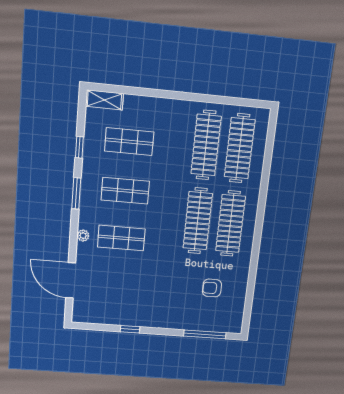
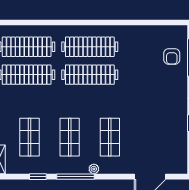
window: (76, 193) -> (76, 177), width x1.44
plant: (83, 236) -> (94, 169), moved
armchair: (212, 288) -> (172, 56), moved

